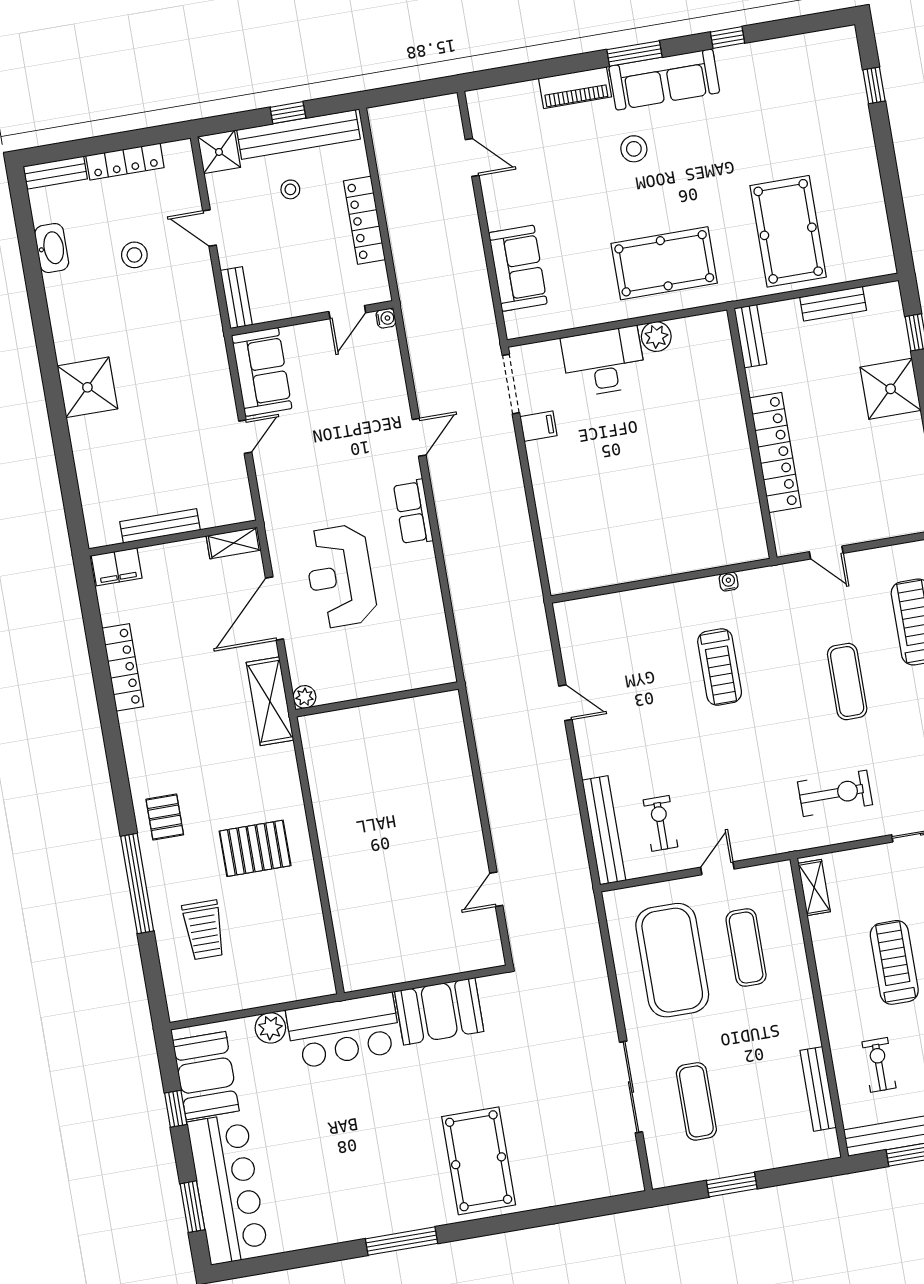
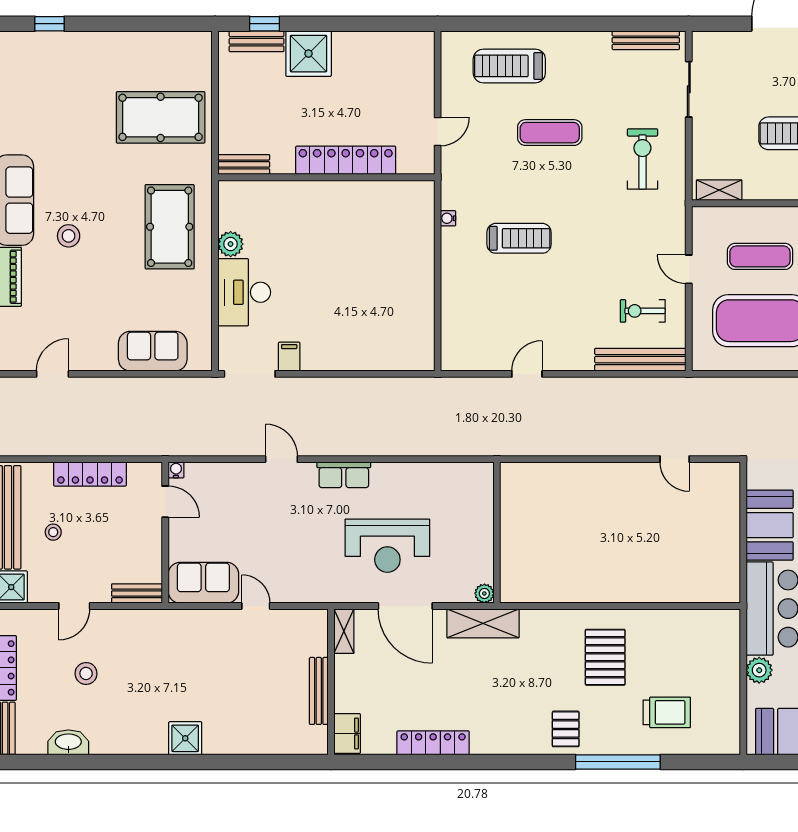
bench: (833, 304) -> (257, 41), moved, turned 90
shower: (87, 387) -> (185, 738), width x0.73, depth x0.73
pallet: (165, 817) -> (566, 729), turned 90

